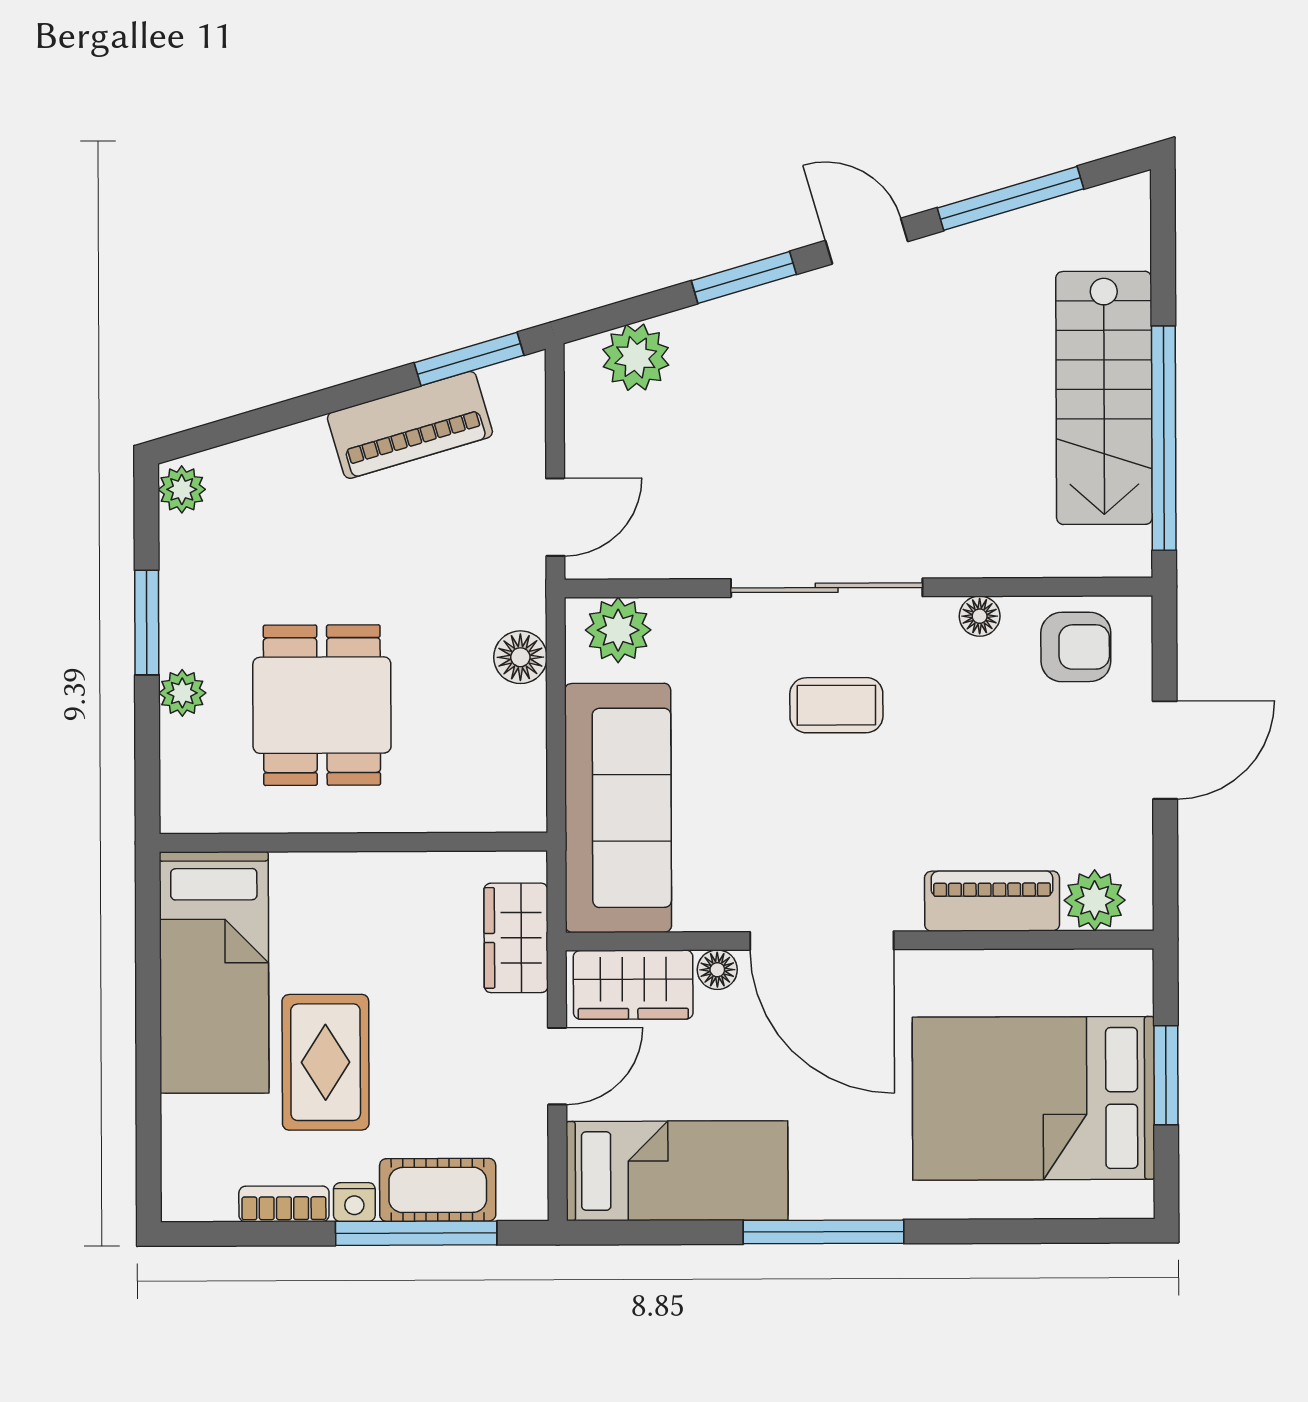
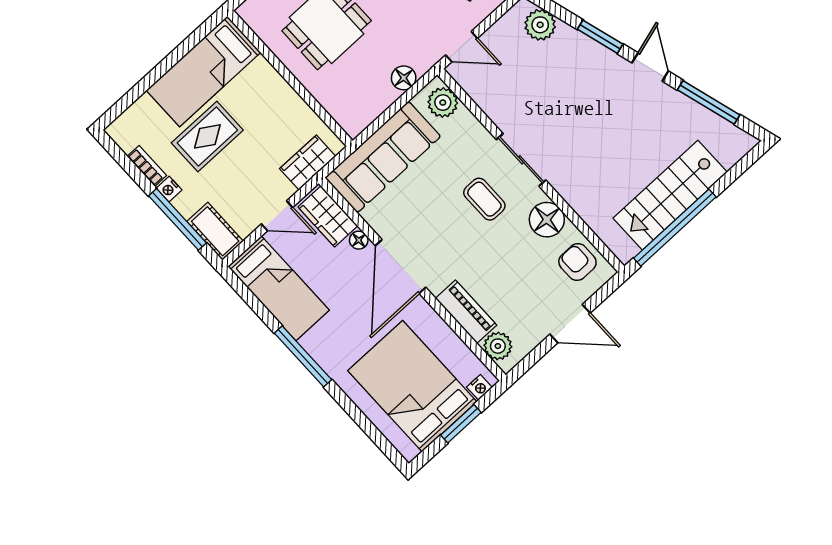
sliding door: (827, 588) -> (521, 160), width x0.73
floor lamp: (980, 616) -> (547, 220), width x1.89, depth x1.89
armchair: (1076, 647) -> (577, 262), turned 180
nightstand: (1134, 991) -> (479, 387), added
cot: (438, 1190) -> (215, 231), moved

